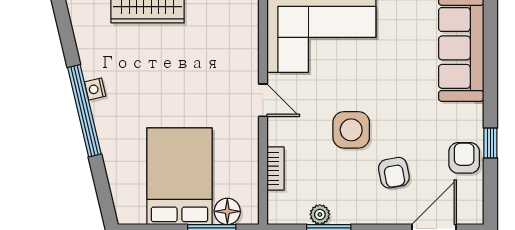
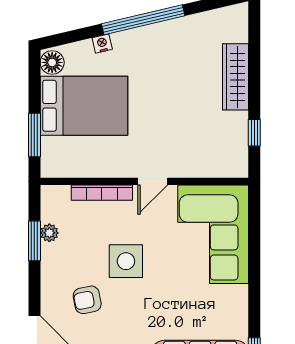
nightstand: (95, 89) -> (102, 44), moved
bookcase: (275, 169) -> (102, 193), width x1.56
floor lamp: (227, 211) -> (52, 62), moved

